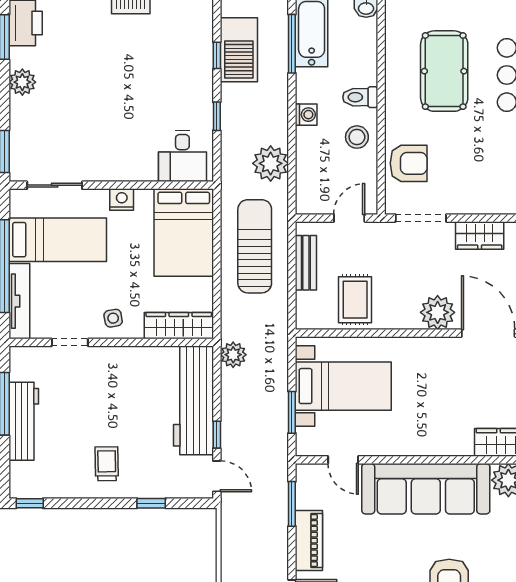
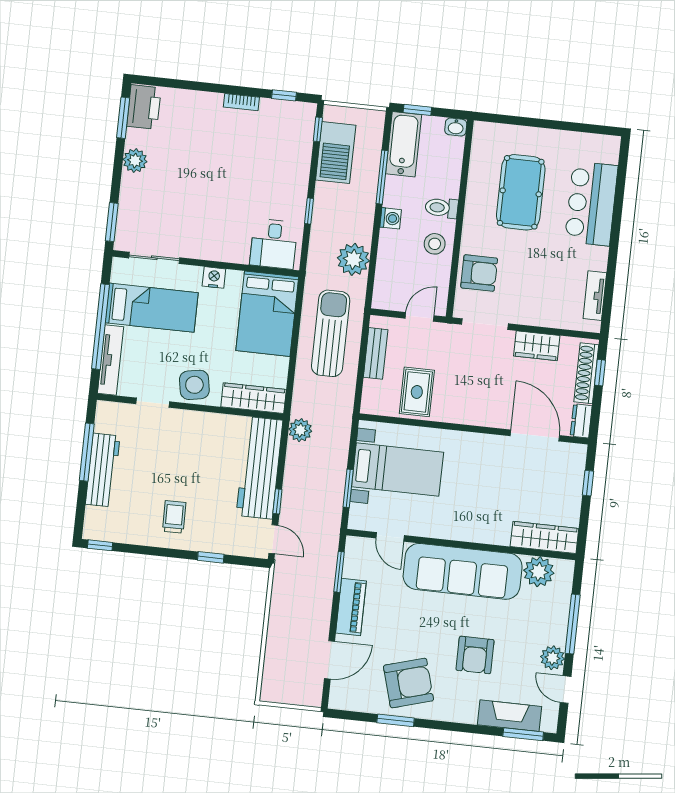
window: (292, 44) -> (382, 177), moved
window: (217, 55) -> (318, 129), moved
plant: (438, 312) -> (491, 412), removed
side table: (113, 318) -> (194, 385), width x1.87, depth x1.87

